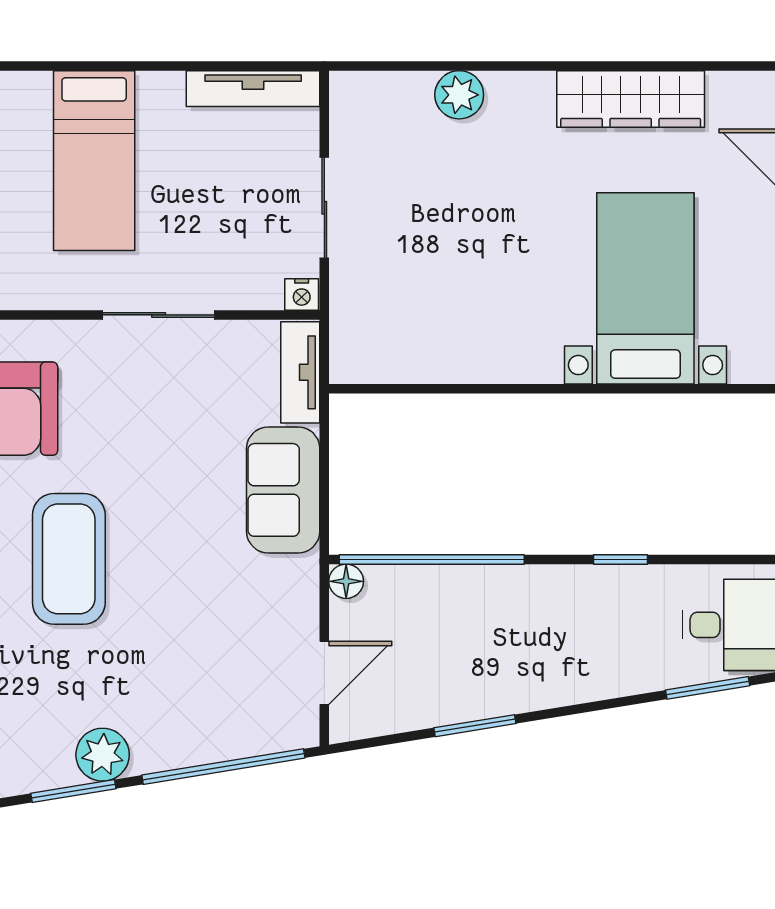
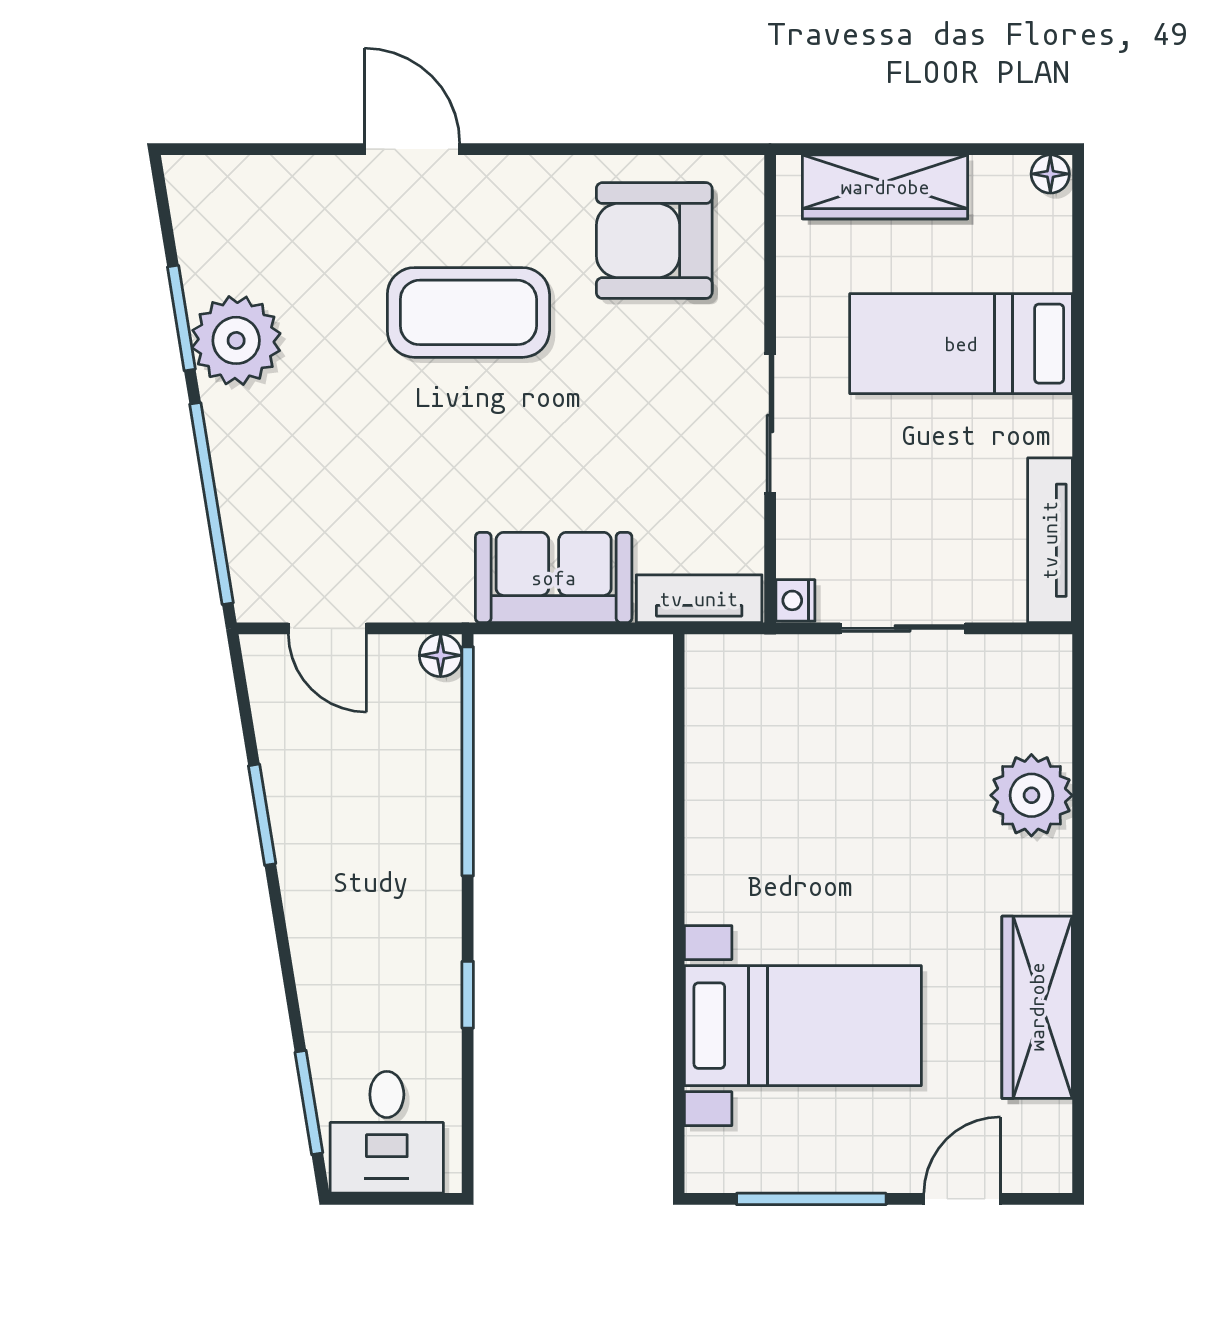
plant: (459, 95) -> (1031, 795), width x1.36, depth x1.36
plant: (103, 755) -> (236, 340), width x1.36, depth x1.36

